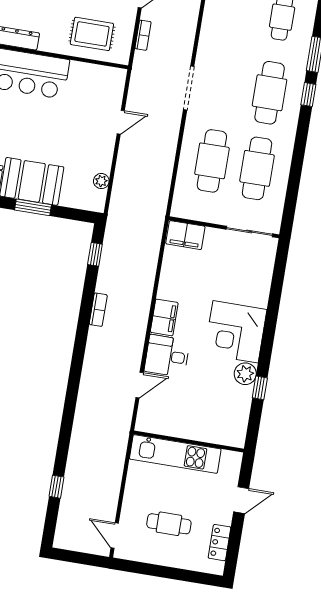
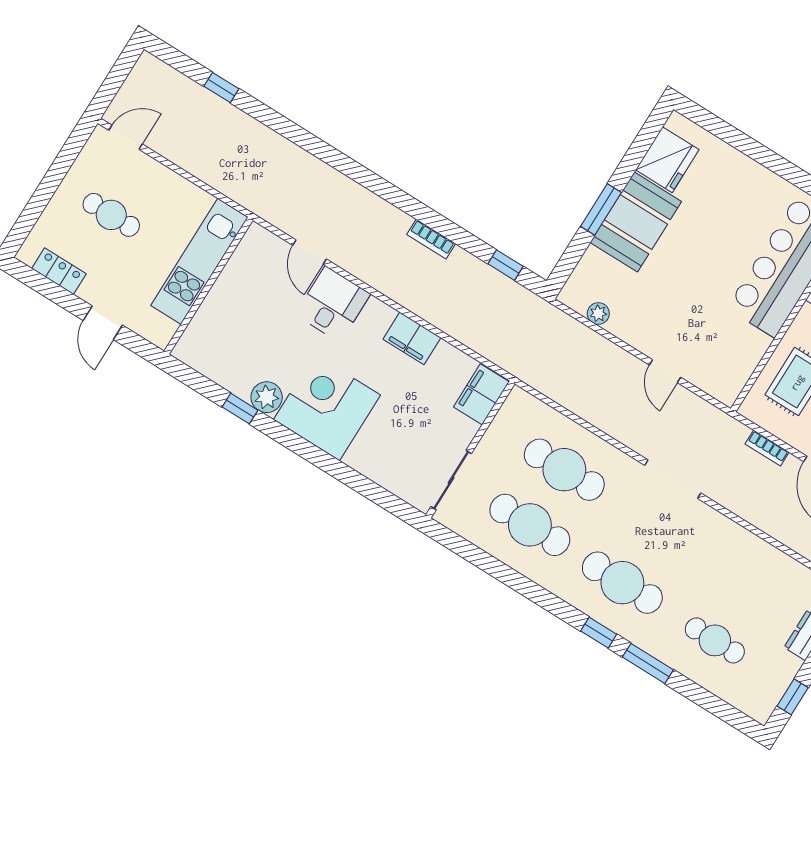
filing cabinet: (164, 317) -> (412, 338), moved
cafe table: (169, 524) -> (111, 215), turned 90

